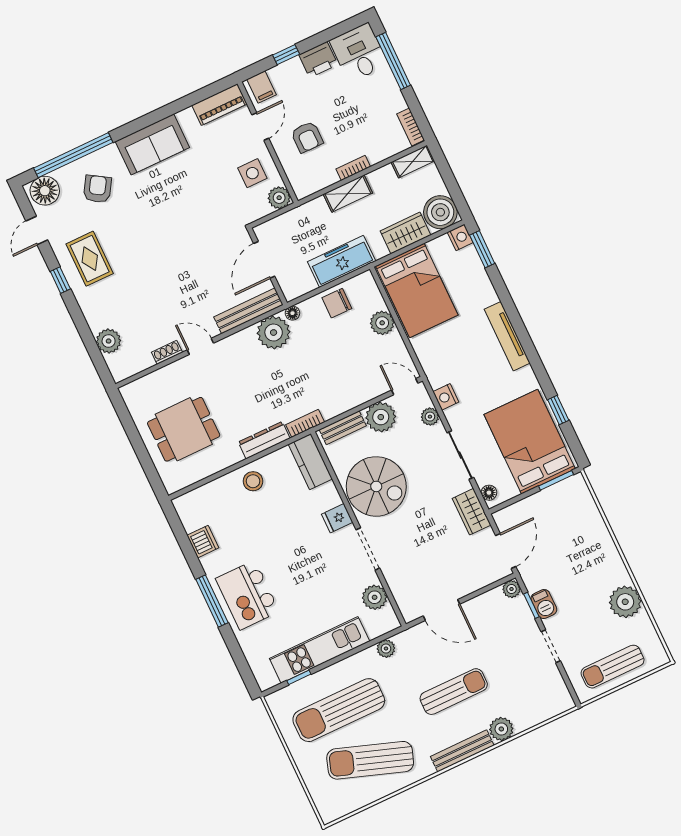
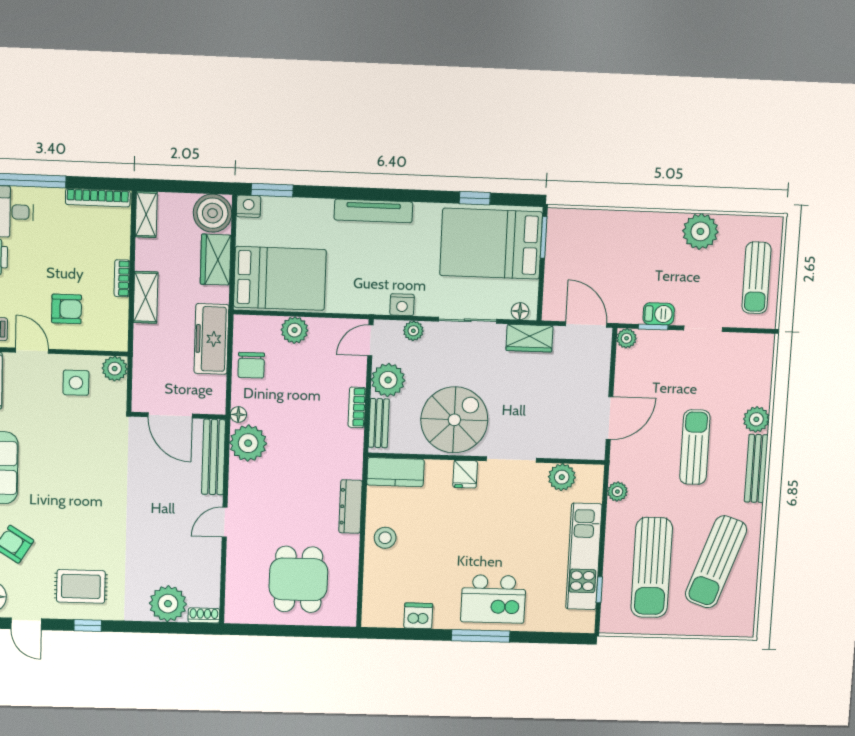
bookcase: (411, 127) -> (98, 198), width x1.56
plant: (109, 341) -> (168, 604), width x1.36, depth x1.36
shoe rack: (167, 352) -> (204, 615), moved, turned 90
bookcase: (305, 423) -> (357, 407), moved

